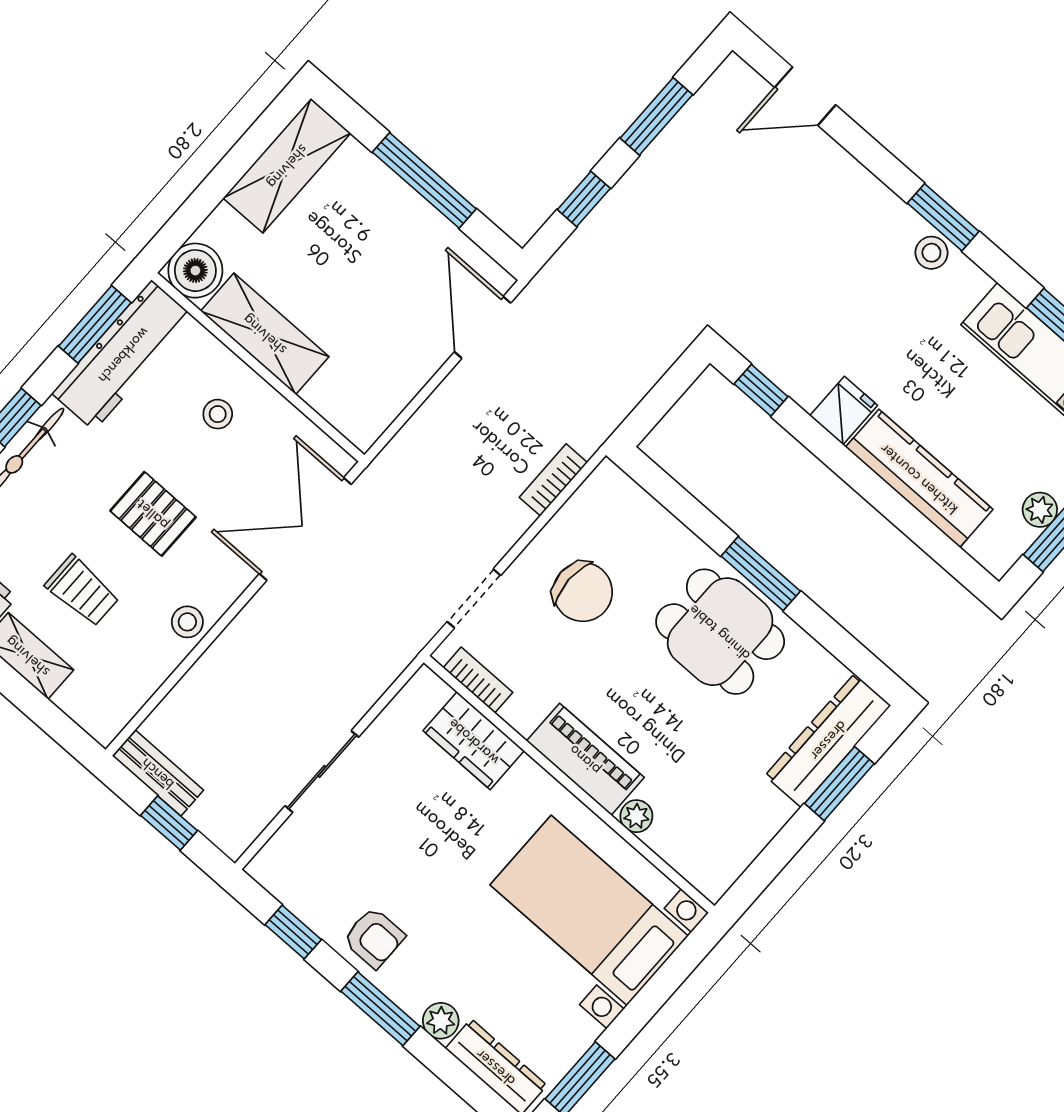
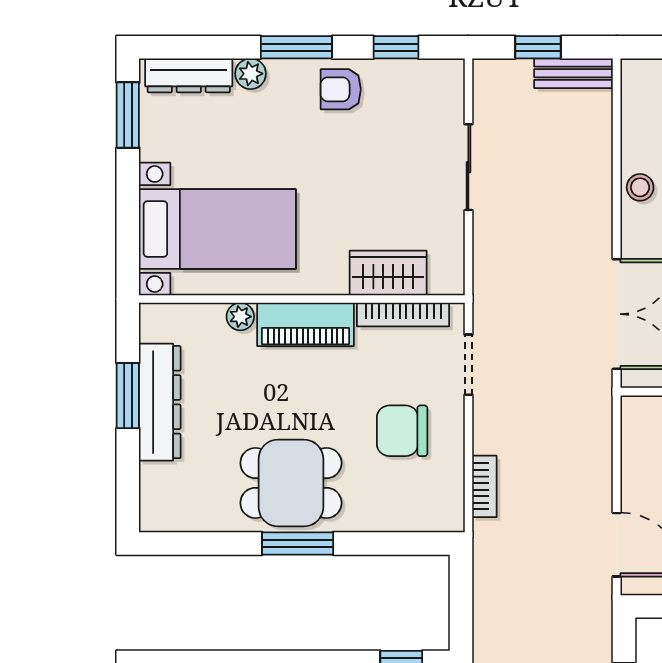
bookcase: (478, 680) -> (403, 315), width x1.56
dresser: (828, 740) -> (160, 402), moved
window: (839, 784) -> (128, 396), moved

